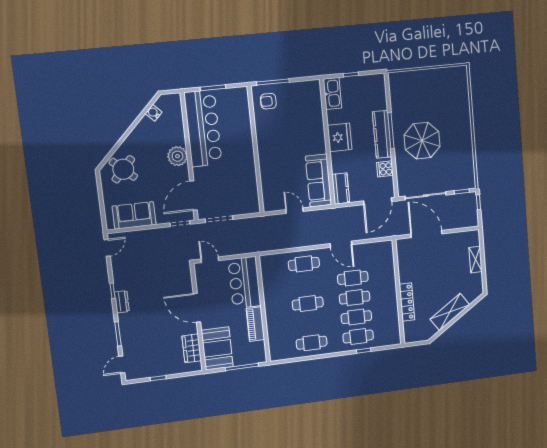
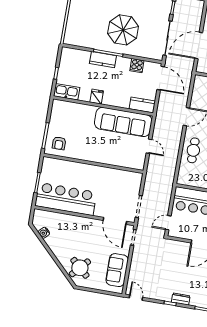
kitchen counter: (382, 134) -> (103, 60), width x0.67
fridge: (340, 137) -> (97, 97), width x0.53, depth x0.75
plant: (177, 156) -> (81, 224), removed
sofa: (319, 181) -> (123, 122), width x1.36, depth x1.27
door: (294, 211) -> (149, 146), swing flipped

